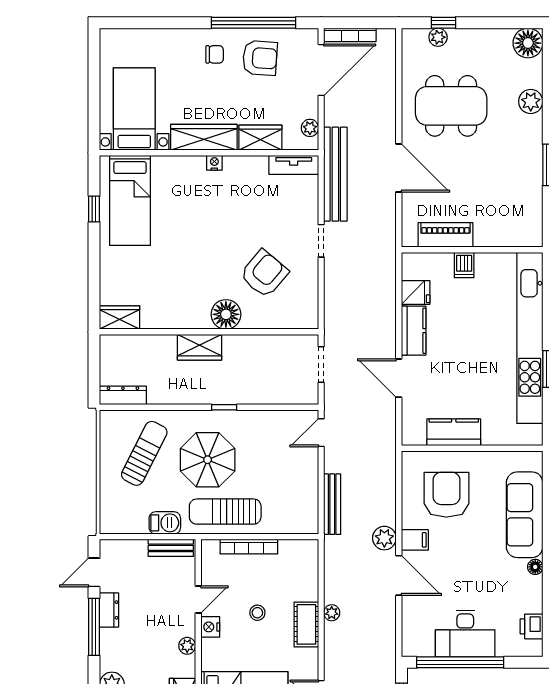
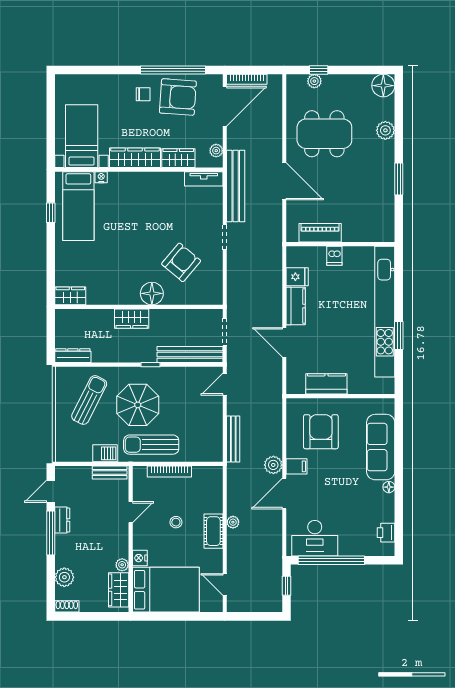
armchair: (260, 58) -> (178, 97), width x1.36, depth x1.36
nightstand: (214, 163) -> (101, 177), moved
bench: (276, 394) -> (190, 355), added
door: (399, 575) -> (284, 494), swing flipped
nightstand: (210, 627) -> (140, 558), moved
desk: (465, 634) -> (315, 538), moved
plant: (187, 646) -> (122, 565), moved

